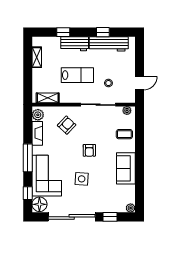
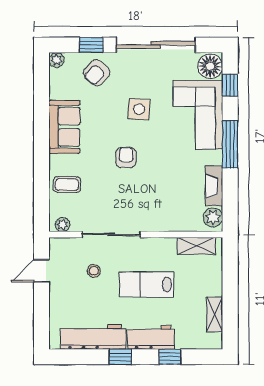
window: (103, 32) -> (120, 357), moved
armchair: (67, 125) -> (97, 73), moved

